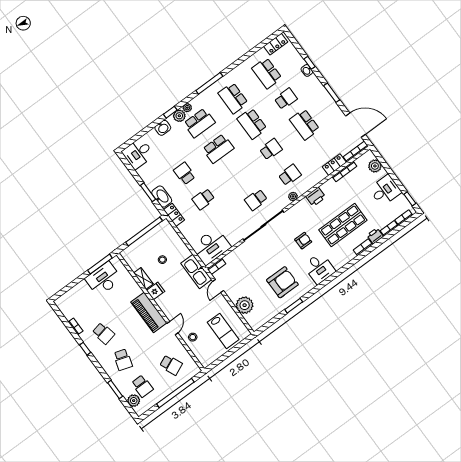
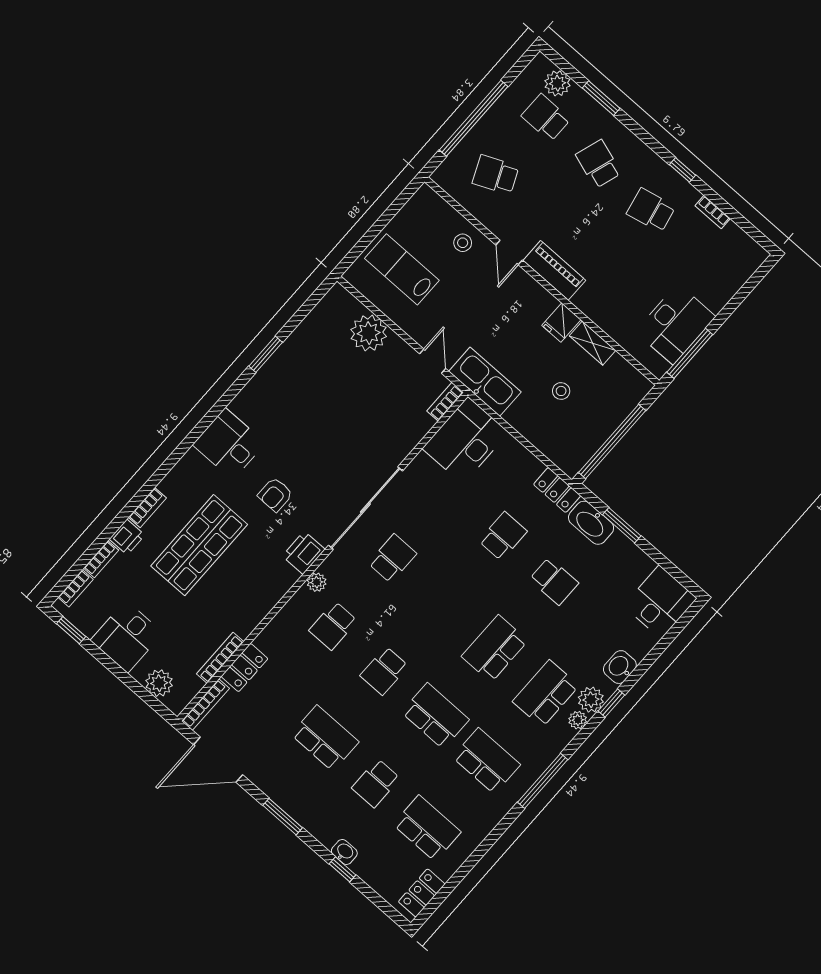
printer: (316, 197) -> (304, 553), moved
armchair: (282, 282) -> (300, 398), removed
piano: (149, 312) -> (554, 270), width x0.73, depth x0.75

